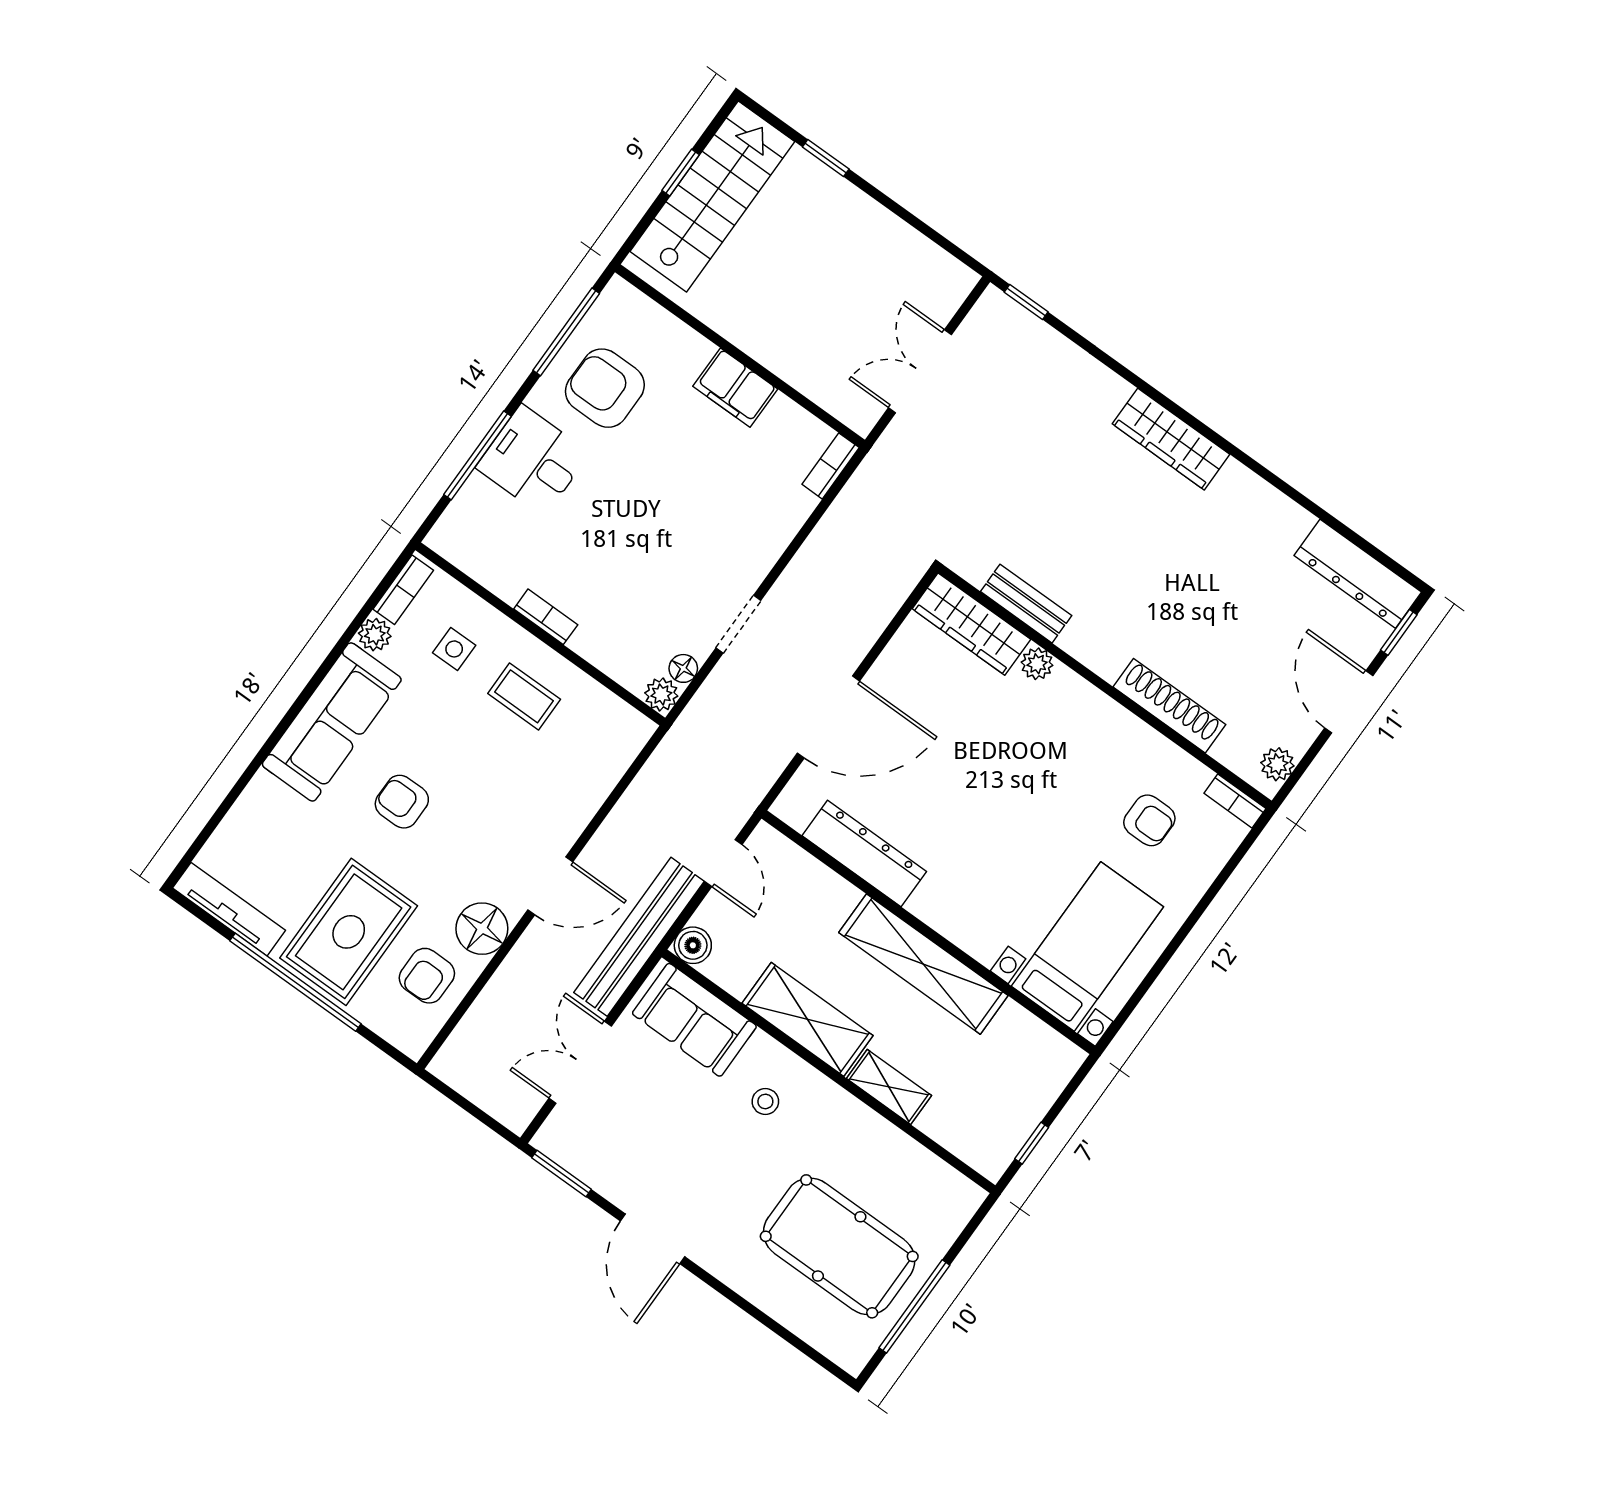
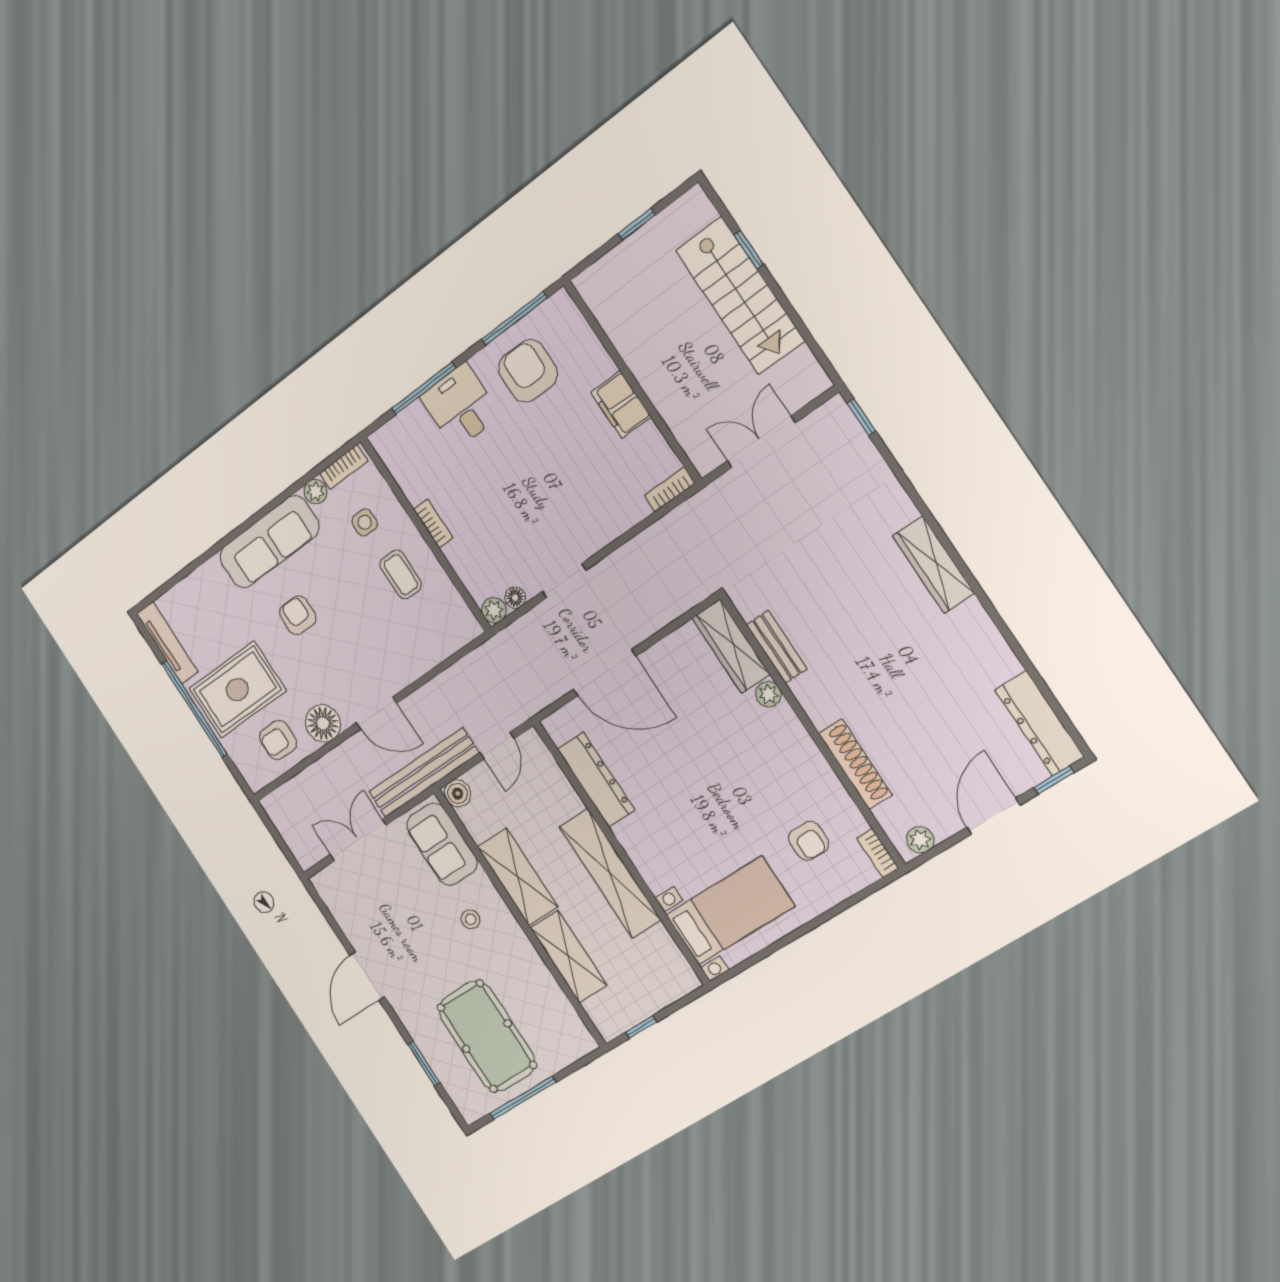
stairs: (712, 197) -> (740, 296), moved, turned 90
shelving: (889, 1087) -> (569, 957), width x1.50, depth x1.33
window: (562, 1173) -> (424, 1064), moved

